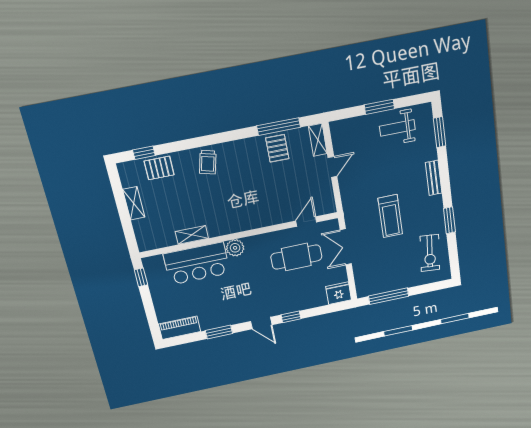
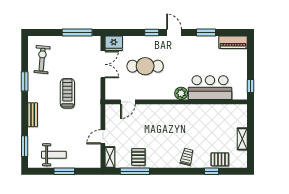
window: (144, 153) -> (212, 171), moved
shelving: (192, 235) -> (209, 109), removed
double door: (346, 247) -> (103, 64), moved
cafe table: (296, 257) -> (145, 66), moved

